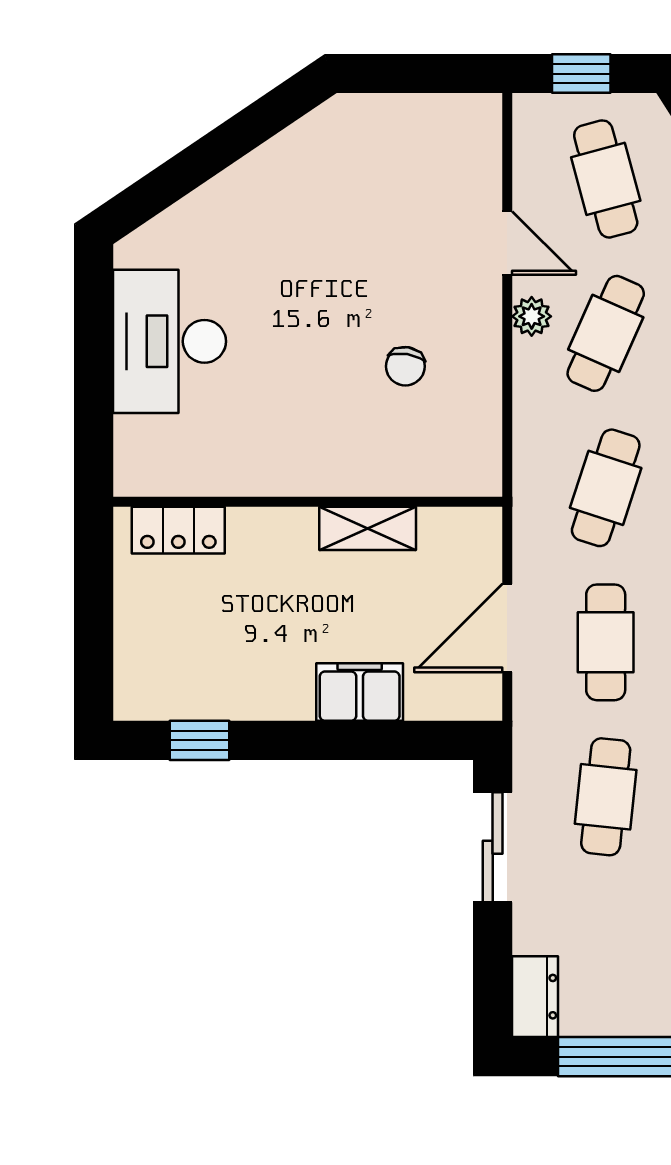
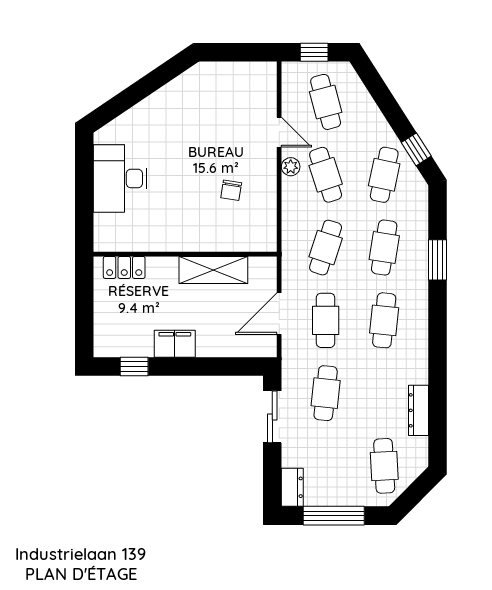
cafe table: (606, 333) -> (326, 175), turned -42
shelving: (368, 528) -> (213, 270), width x1.50, depth x1.33
filing cabinet: (360, 692) -> (175, 344), moved

